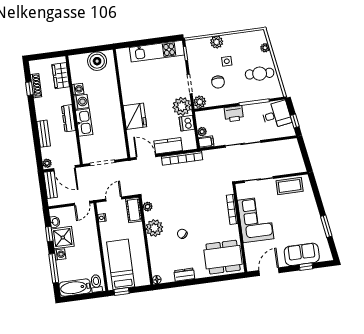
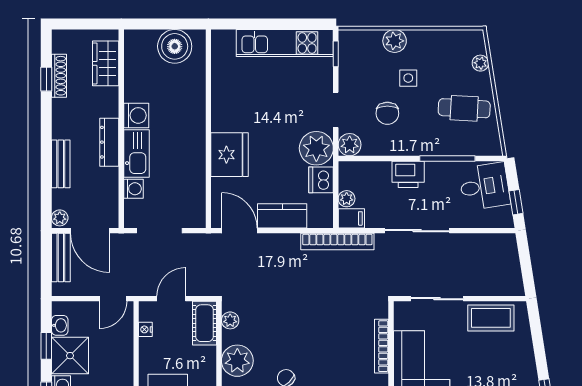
washing machine: (78, 89) -> (133, 189), moved
bookcase: (182, 158) -> (337, 242), moved

